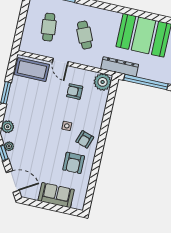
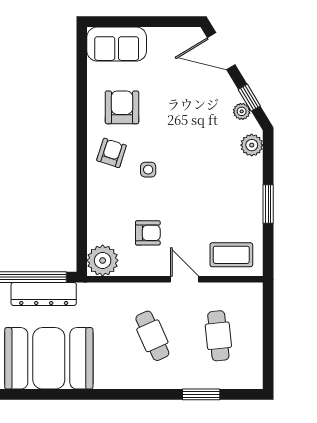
dresser: (120, 67) -> (44, 294), moved
coffee table: (32, 70) -> (231, 255), width x0.73, depth x0.76
sofa: (56, 195) -> (117, 44), moved

